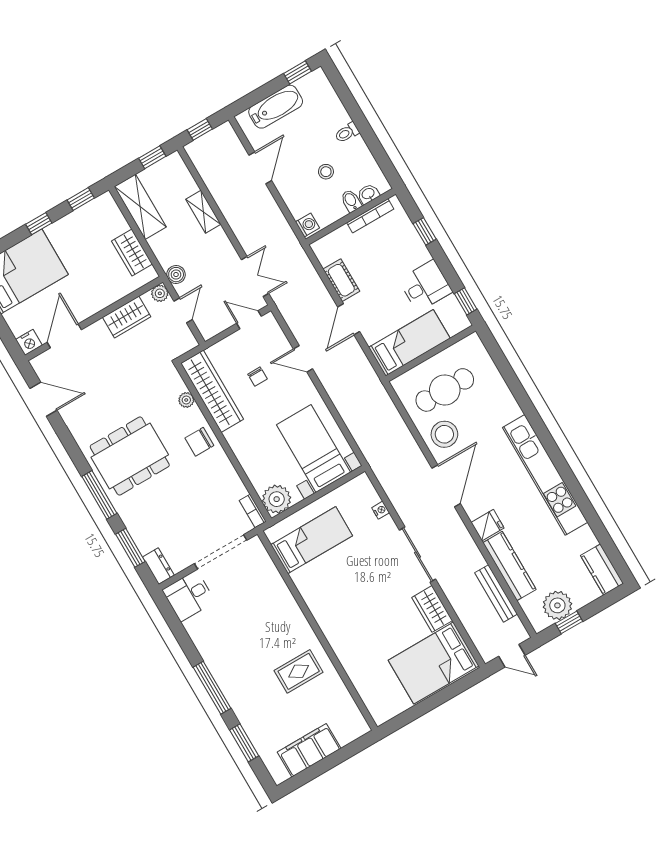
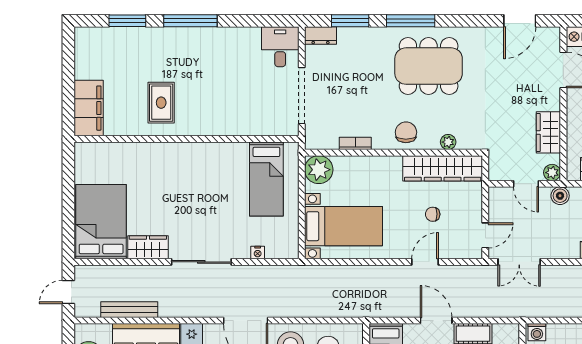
dining table: (130, 456) -> (429, 66), turned 90
bookcase: (253, 511) -> (355, 143), moved
filing cabinet: (309, 750) -> (89, 108), moved

